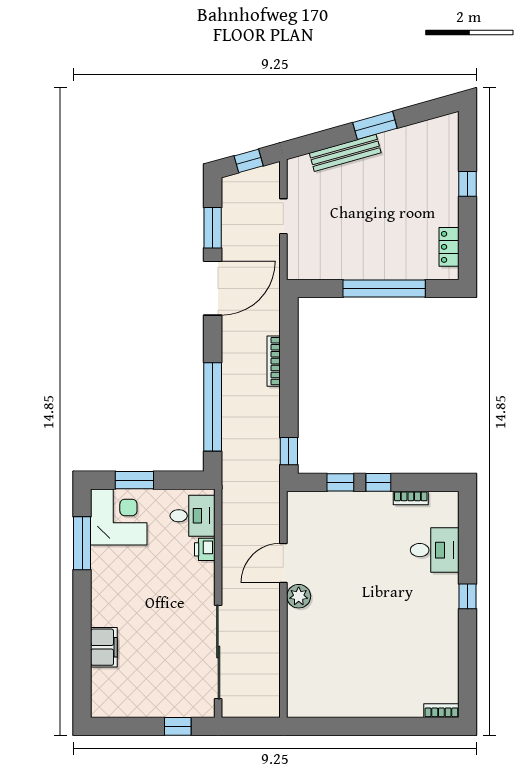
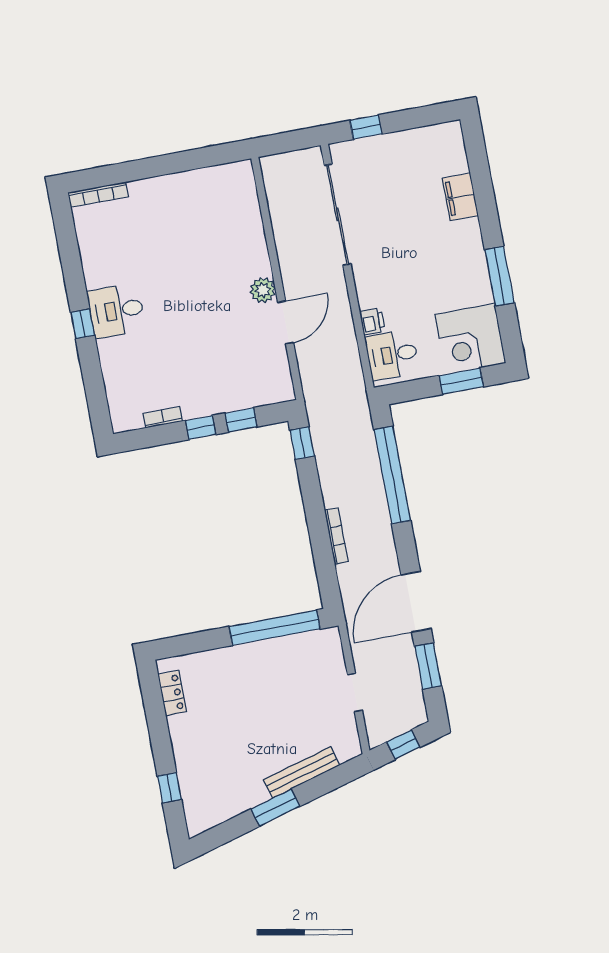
window: (468, 184) -> (169, 788), moved
window: (384, 289) -> (275, 628), moved
window: (82, 543) -> (499, 276), moved
desk: (435, 550) -> (116, 311), moved
bookcase: (441, 711) -> (98, 195), width x1.56

